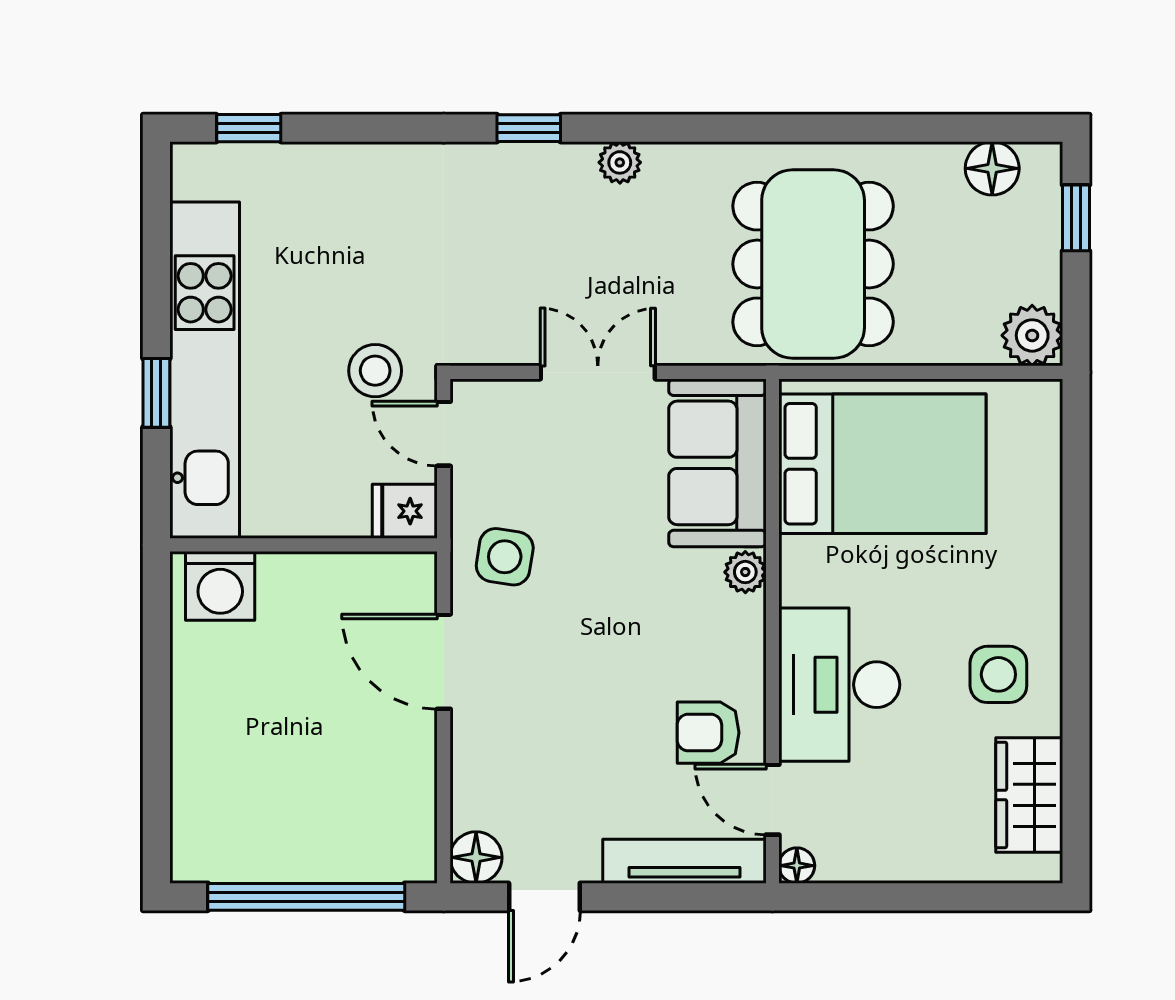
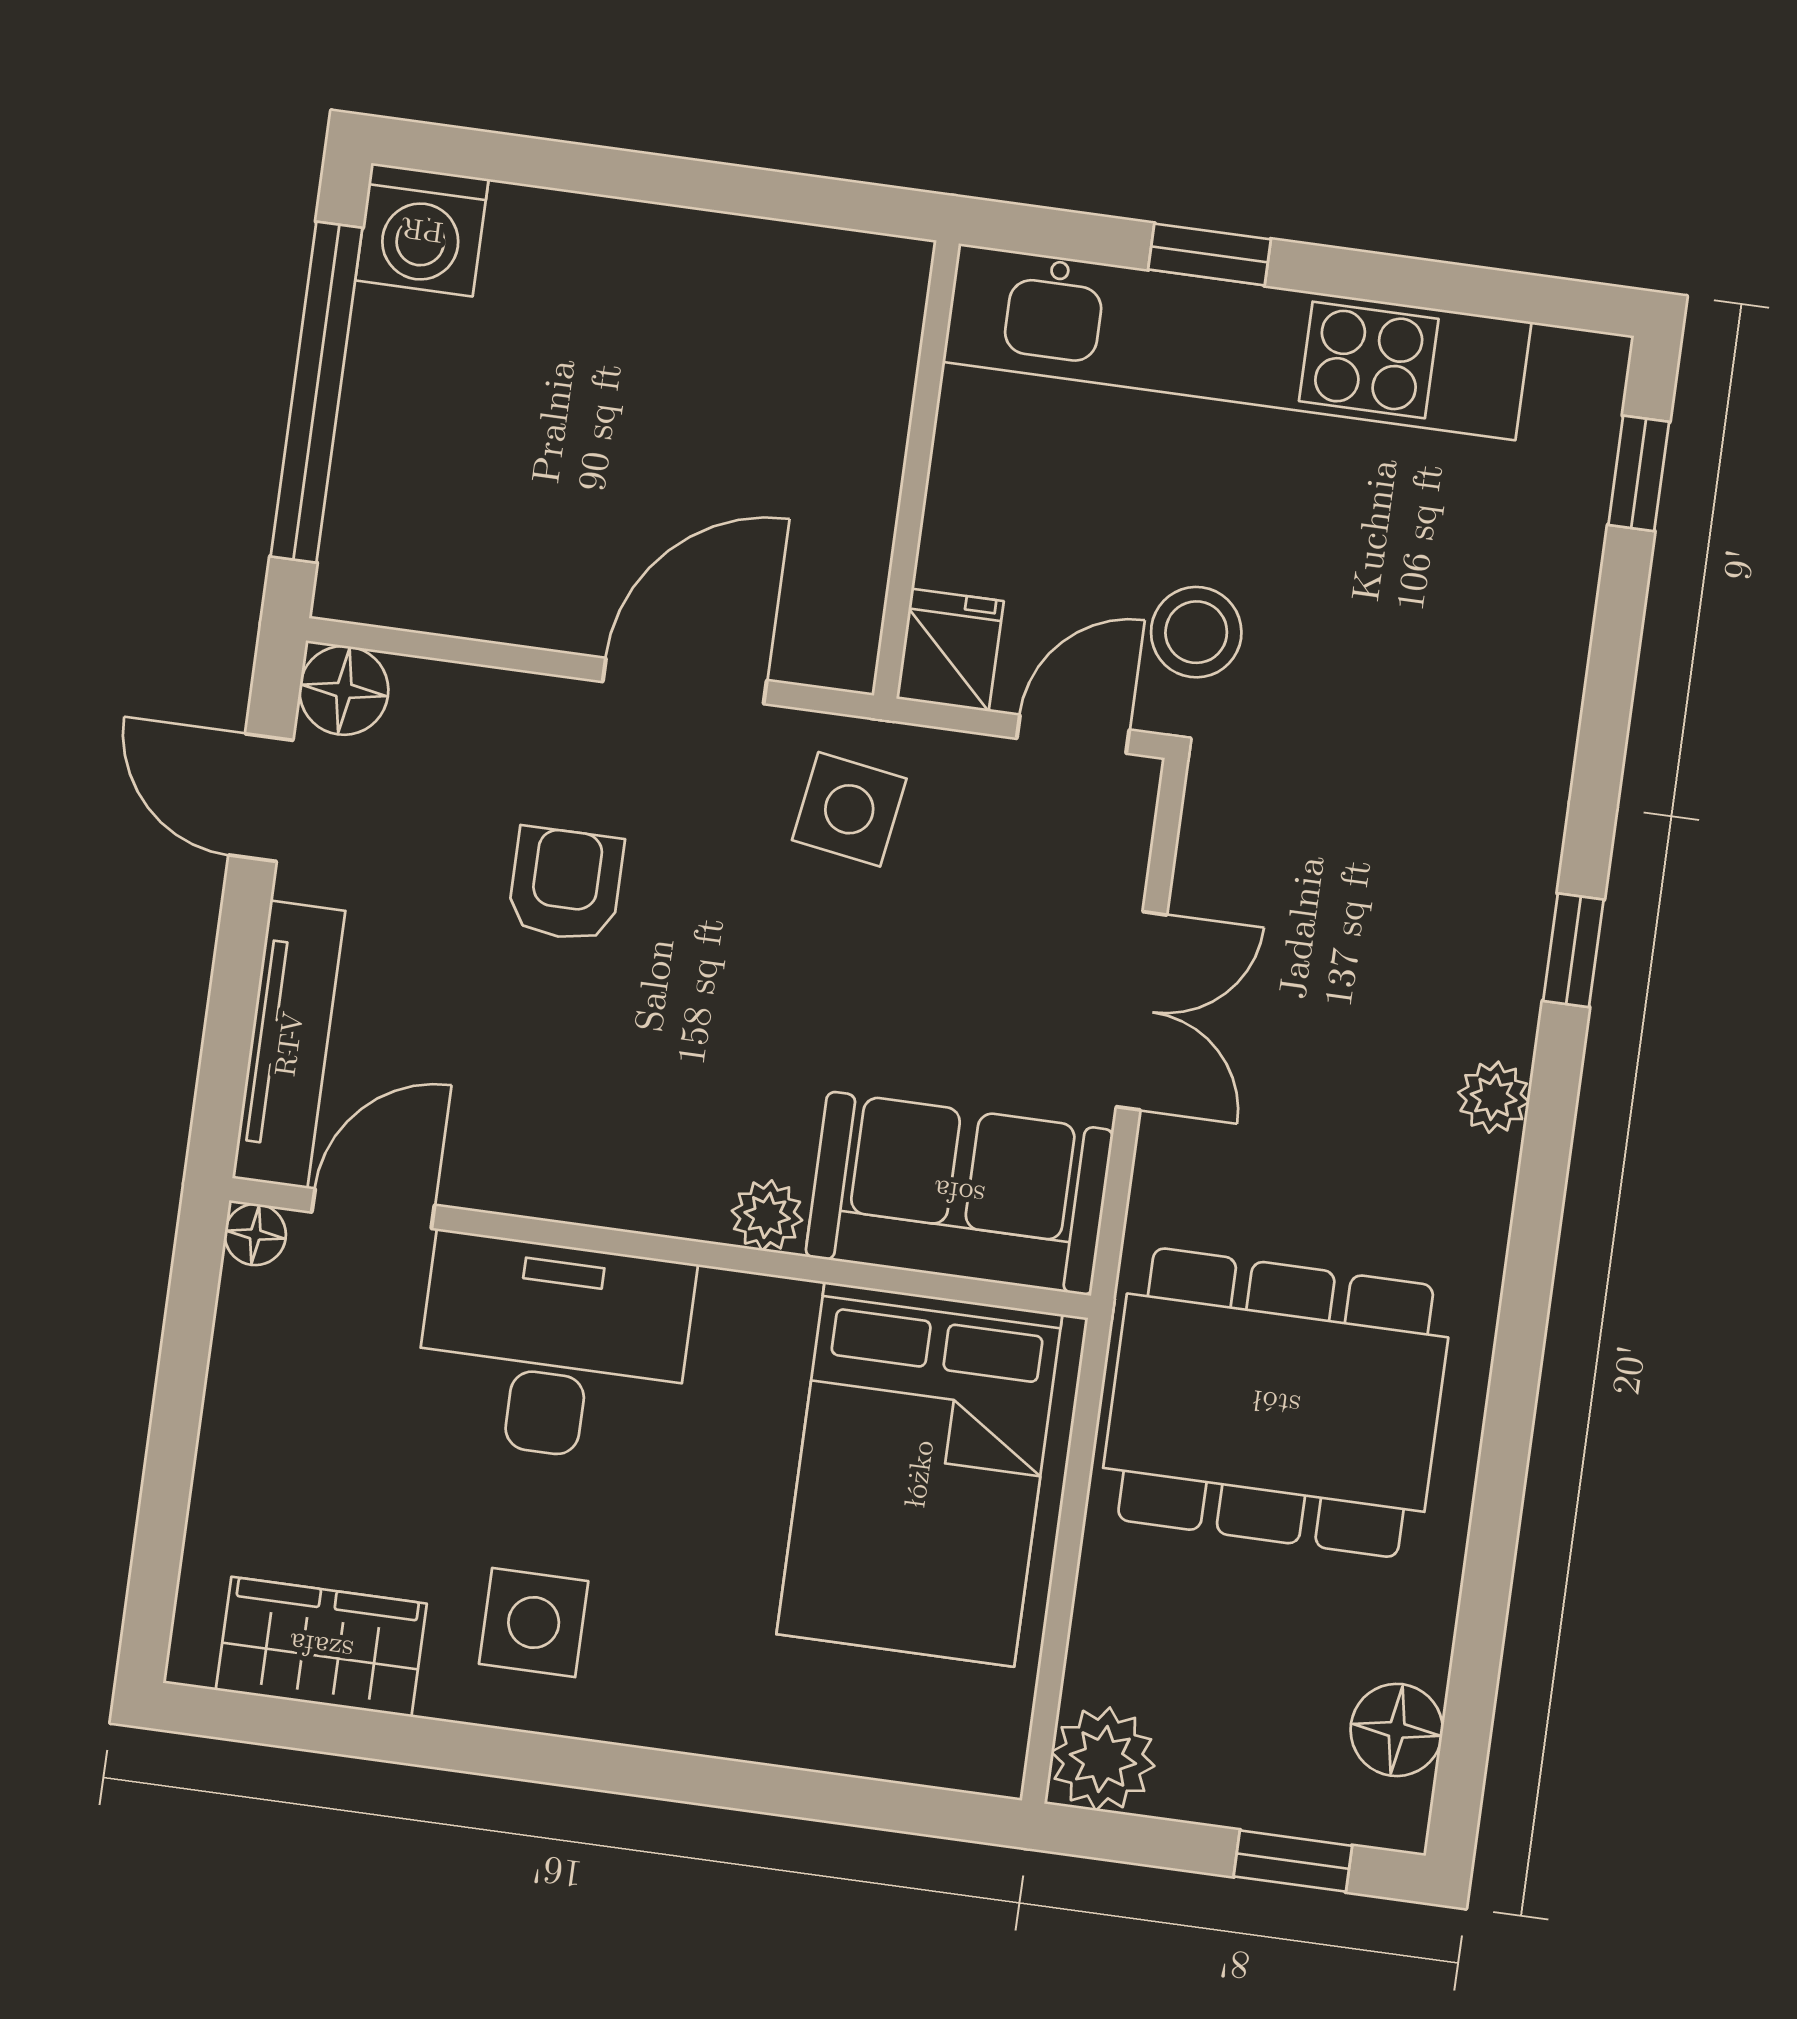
washing machine: (220, 586) -> (422, 230), moved, turned -90
armchair: (708, 733) -> (566, 884), moved

